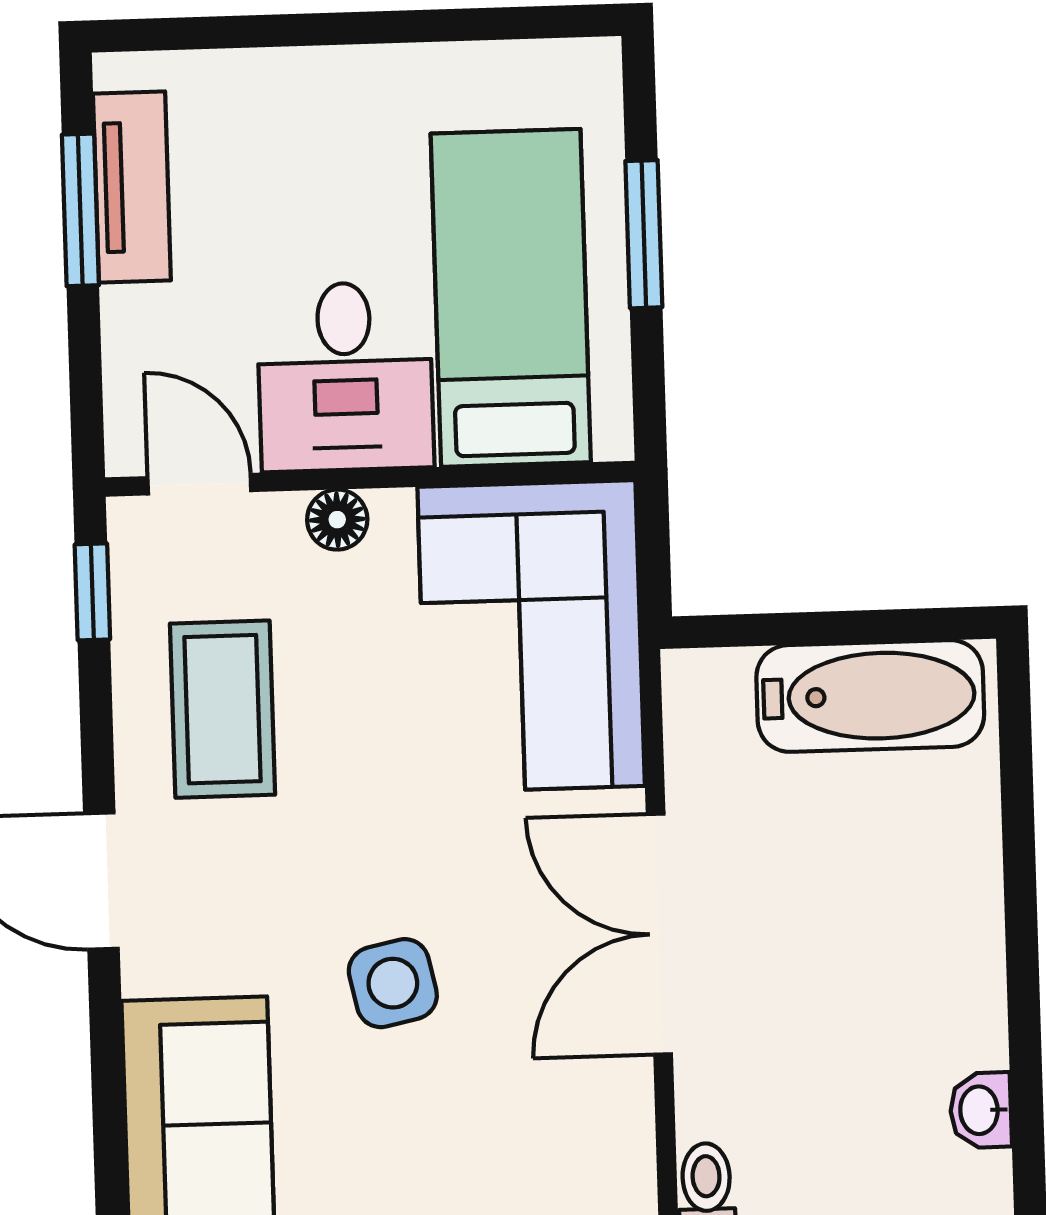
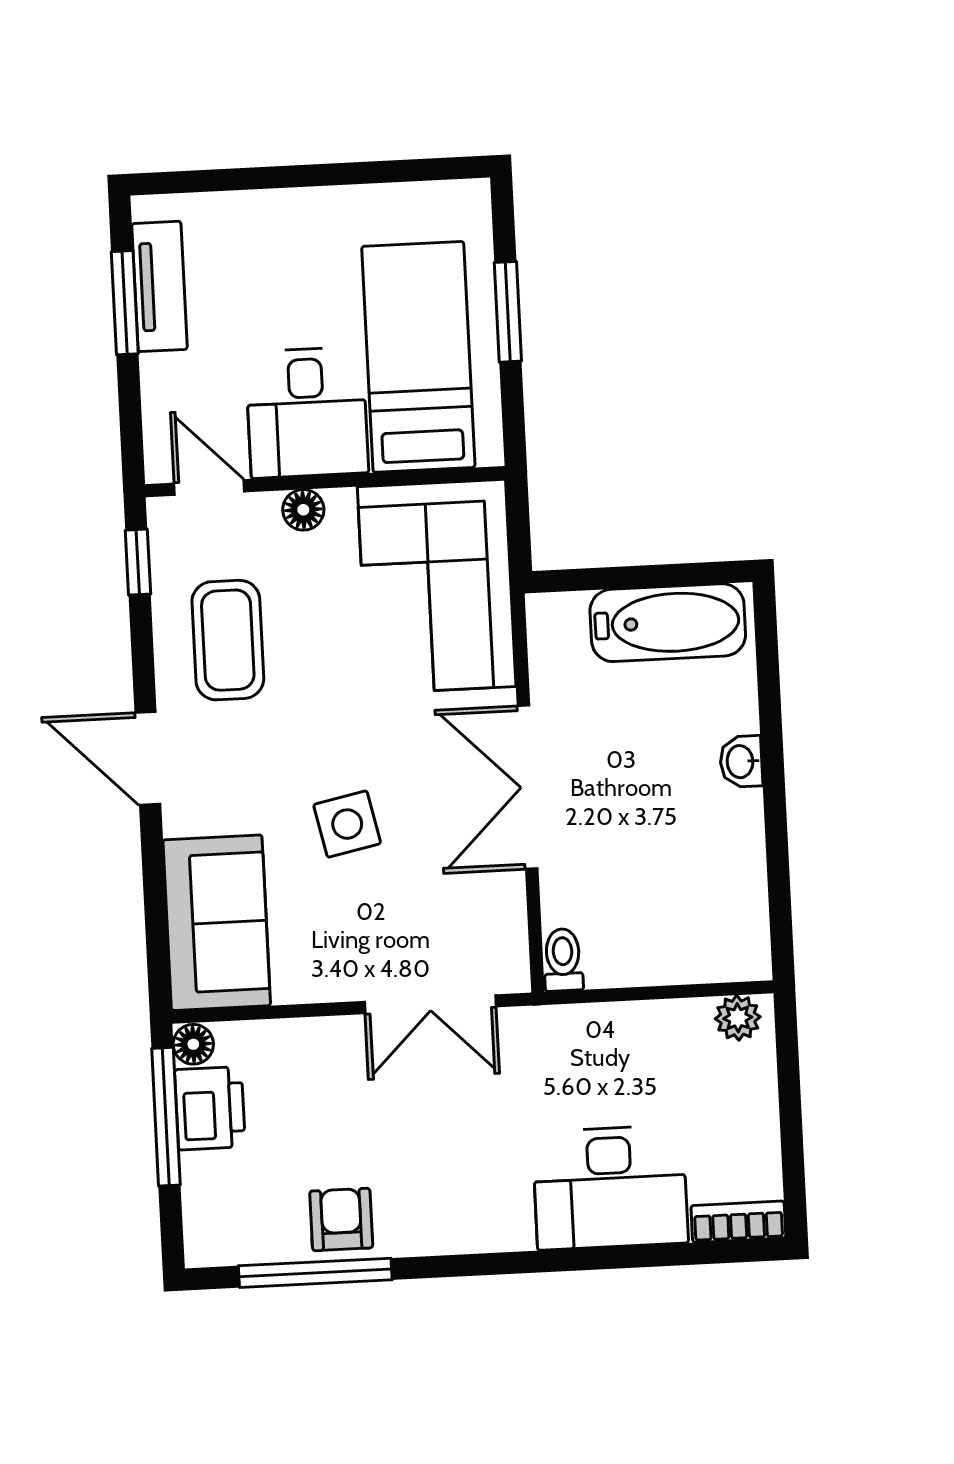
washbasin: (981, 1110) -> (741, 762), moved

